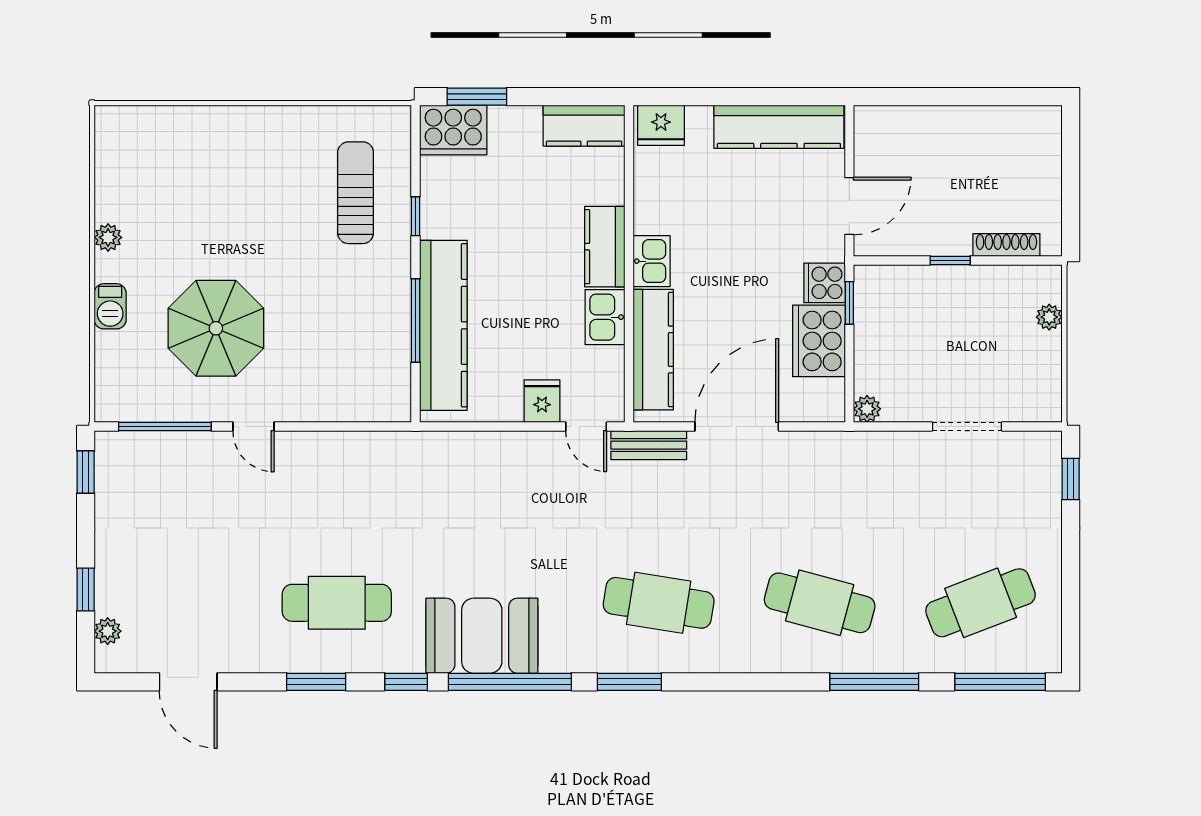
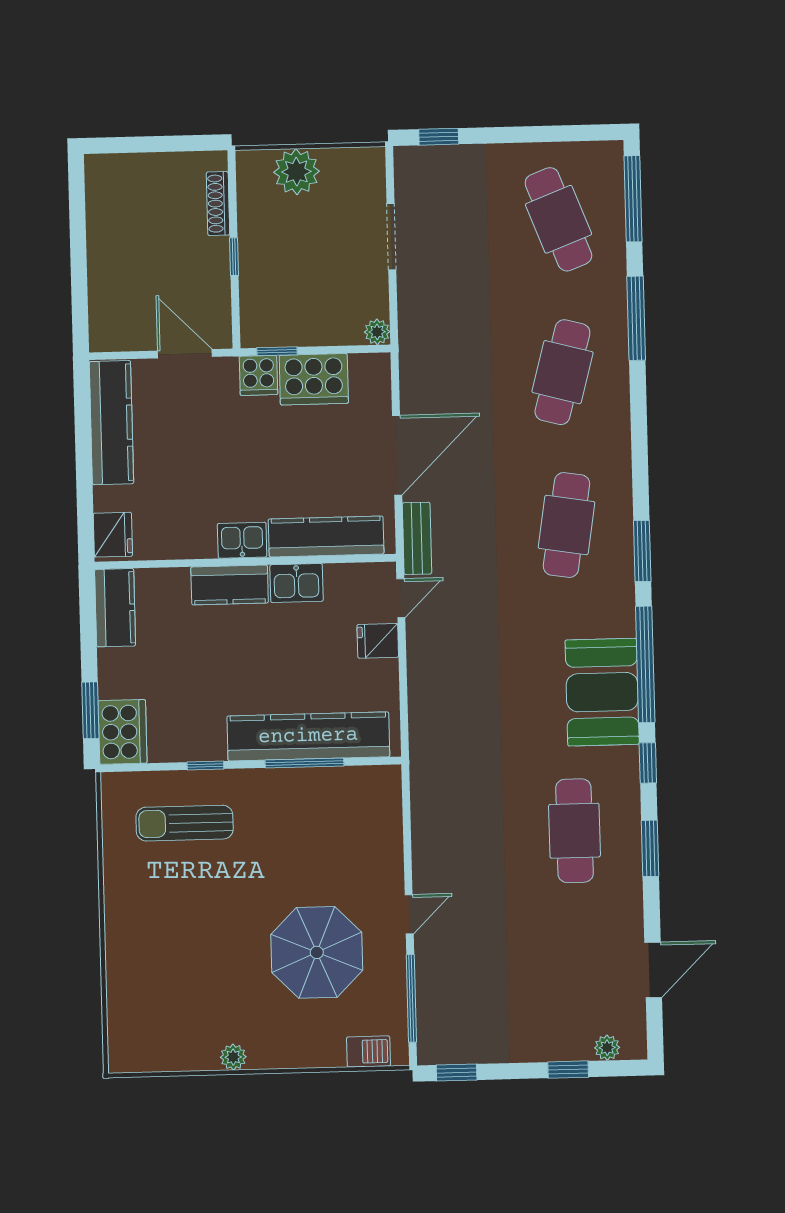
barbecue: (110, 306) -> (369, 1051), moved
plant: (1049, 317) -> (296, 172), width x1.88, depth x1.88
door: (737, 427) -> (397, 455), swing flipped

